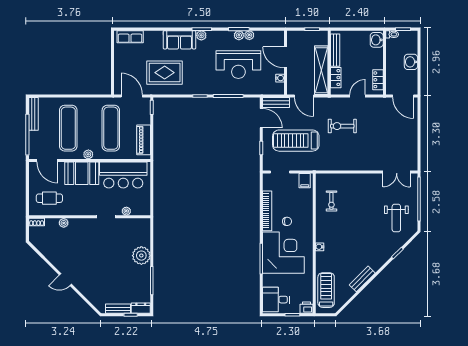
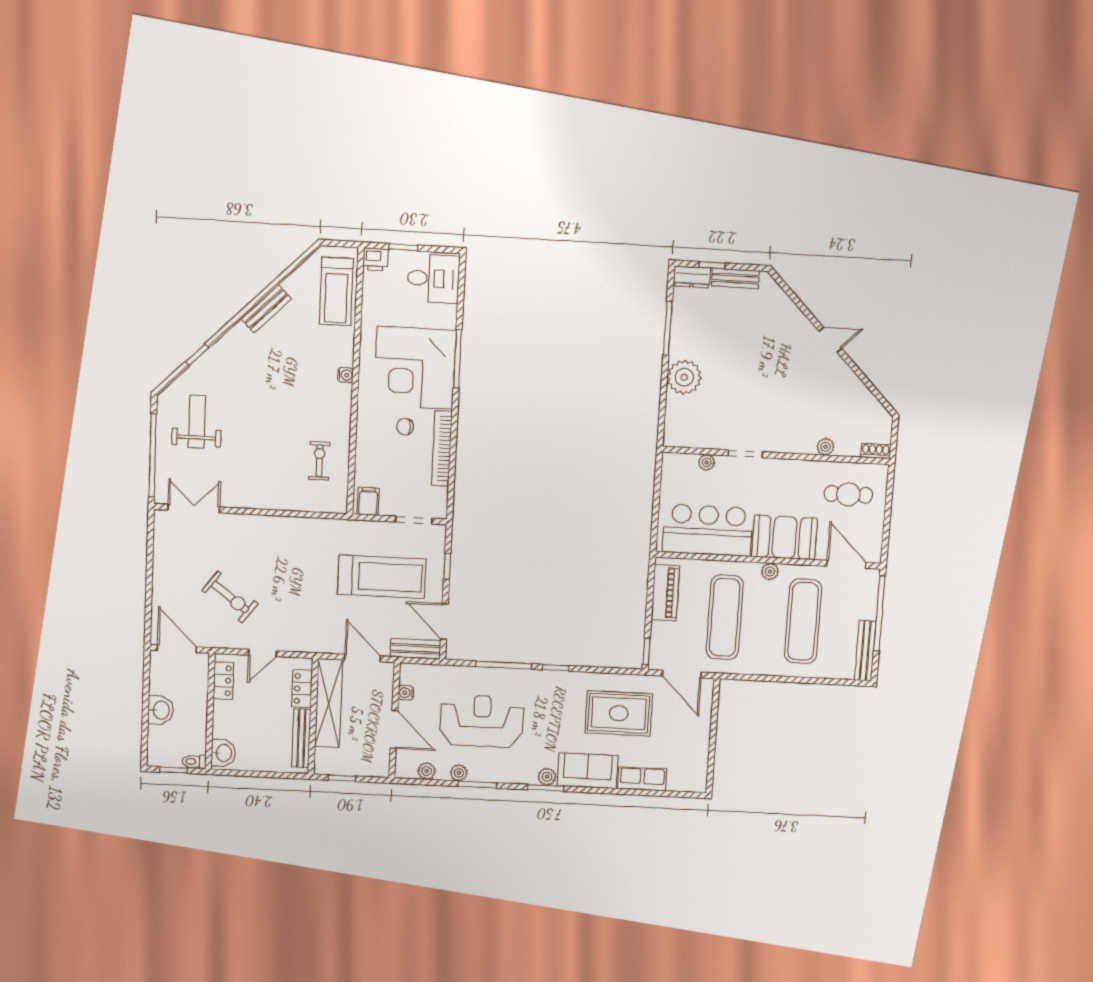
plant: (239, 35) -> (427, 771), moved
row of seats: (130, 37) -> (642, 779), moved
exercise bike: (342, 126) -> (230, 597), moved, turned 37

